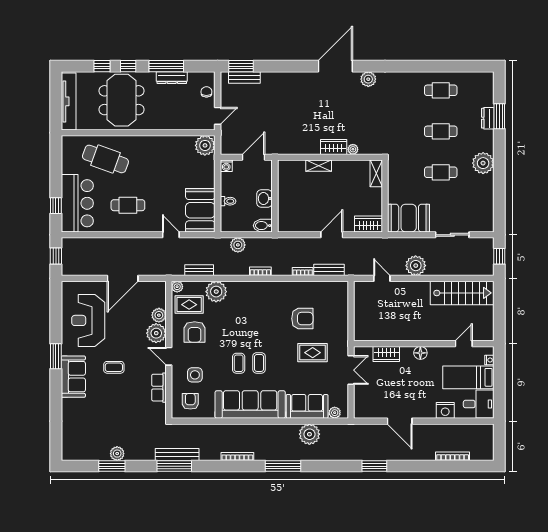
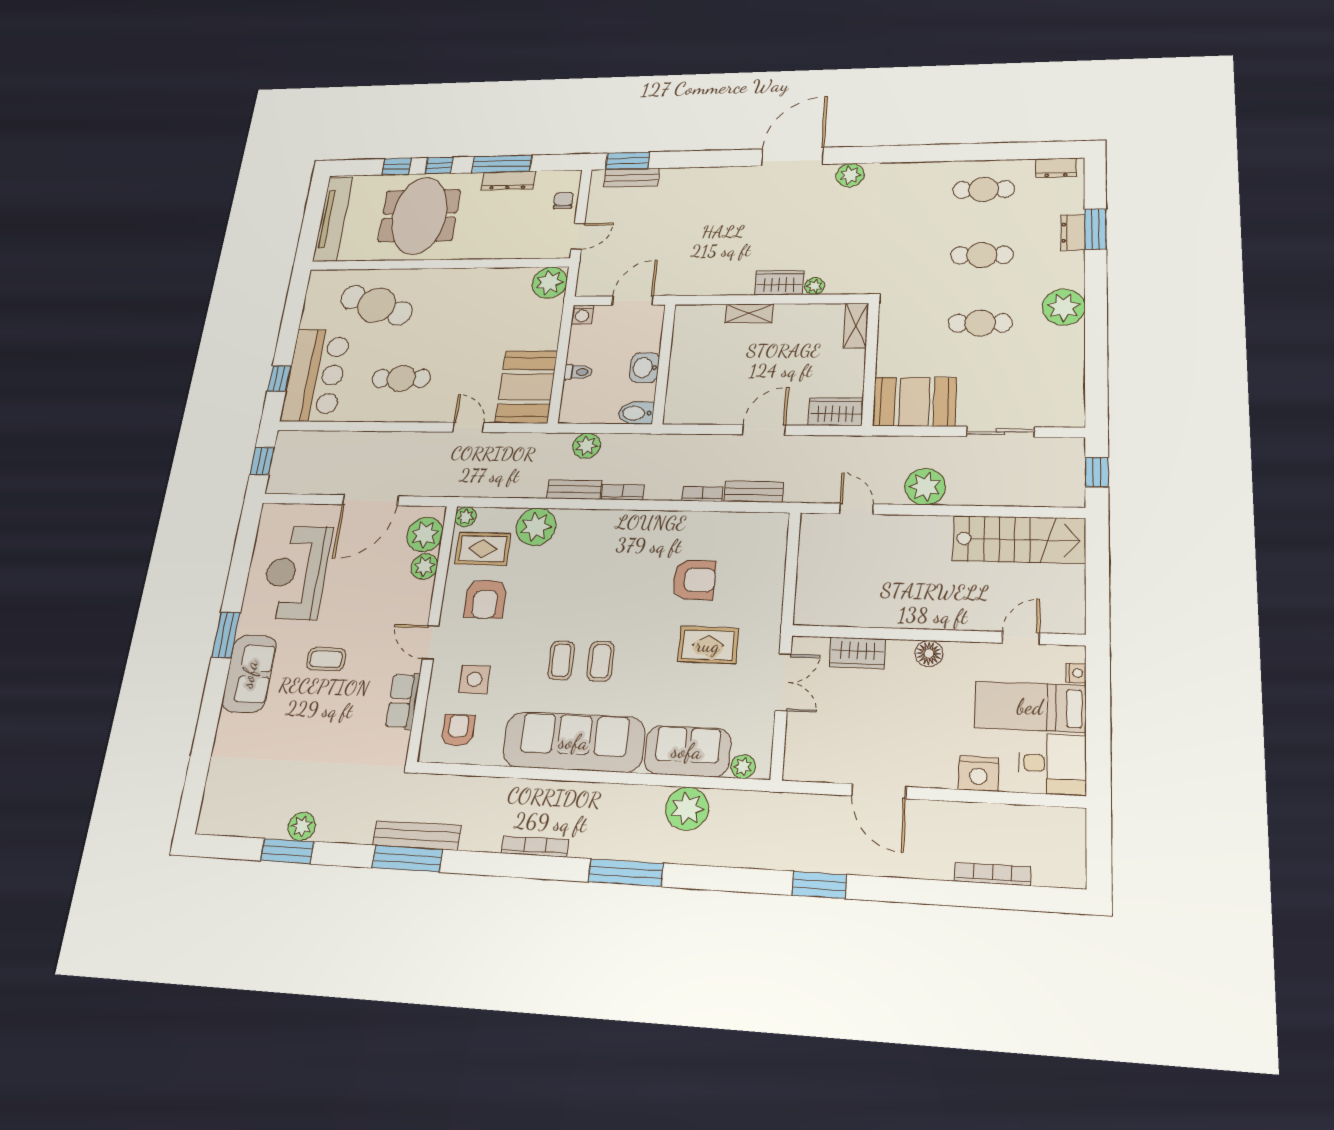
dresser: (479, 77) -> (1056, 168), added
bench: (199, 270) -> (574, 489), moved
plant: (156, 333) -> (425, 534), moved

